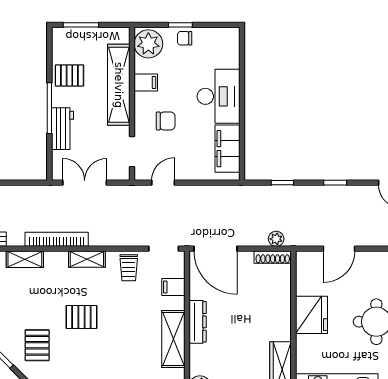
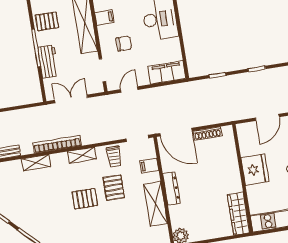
filing cabinet: (228, 149) -> (167, 72), moved, turned 90
plant: (276, 239) -> (220, 118), removed
shoe rack: (273, 257) -> (207, 133), moved
pallet: (37, 345) -> (114, 188), moved

